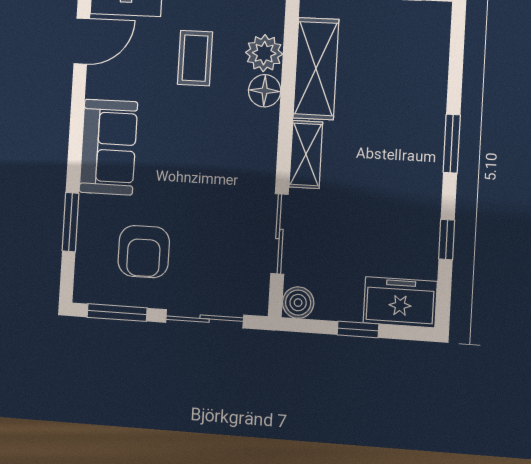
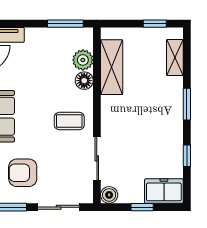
coffee table: (195, 58) -> (69, 121), moved, turned 90
shelving: (306, 155) -> (175, 57), moved
armchair: (144, 252) -> (23, 173), turned 90

